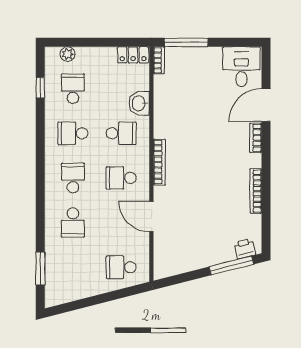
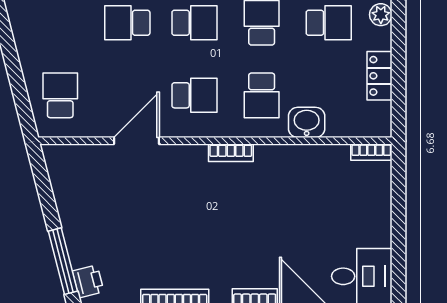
window: (186, 42) -> (398, 193), removed
locker: (133, 55) -> (380, 76), moved
bookcase: (159, 162) -> (231, 153), width x0.64
school desk: (121, 178) -> (194, 95), turned 90

